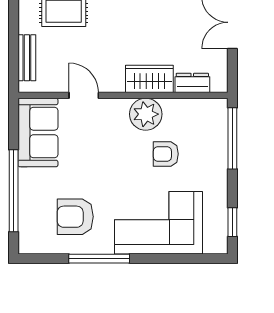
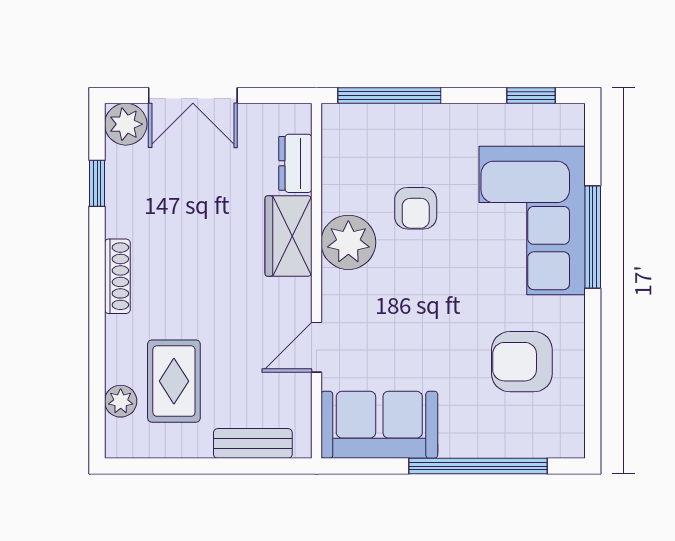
armchair: (75, 217) -> (522, 362), turned 90
window: (99, 259) -> (593, 237), moved

